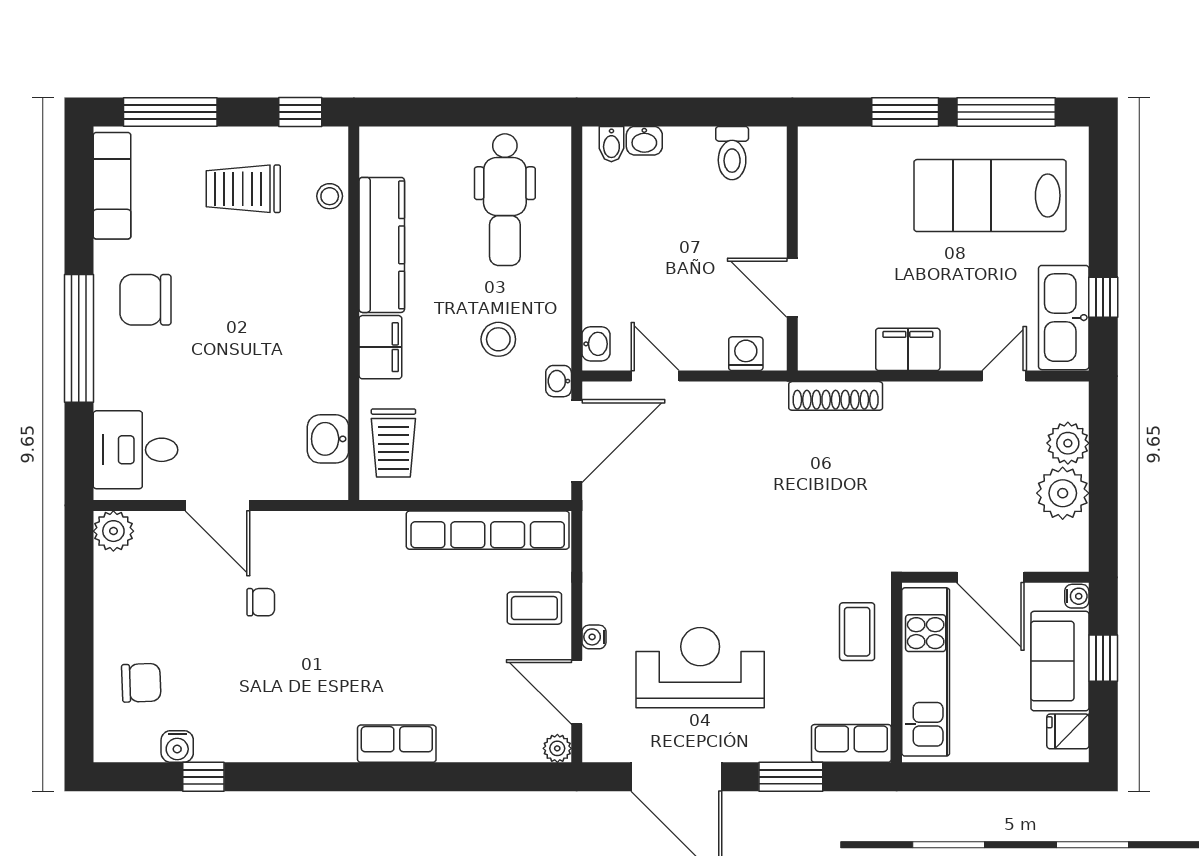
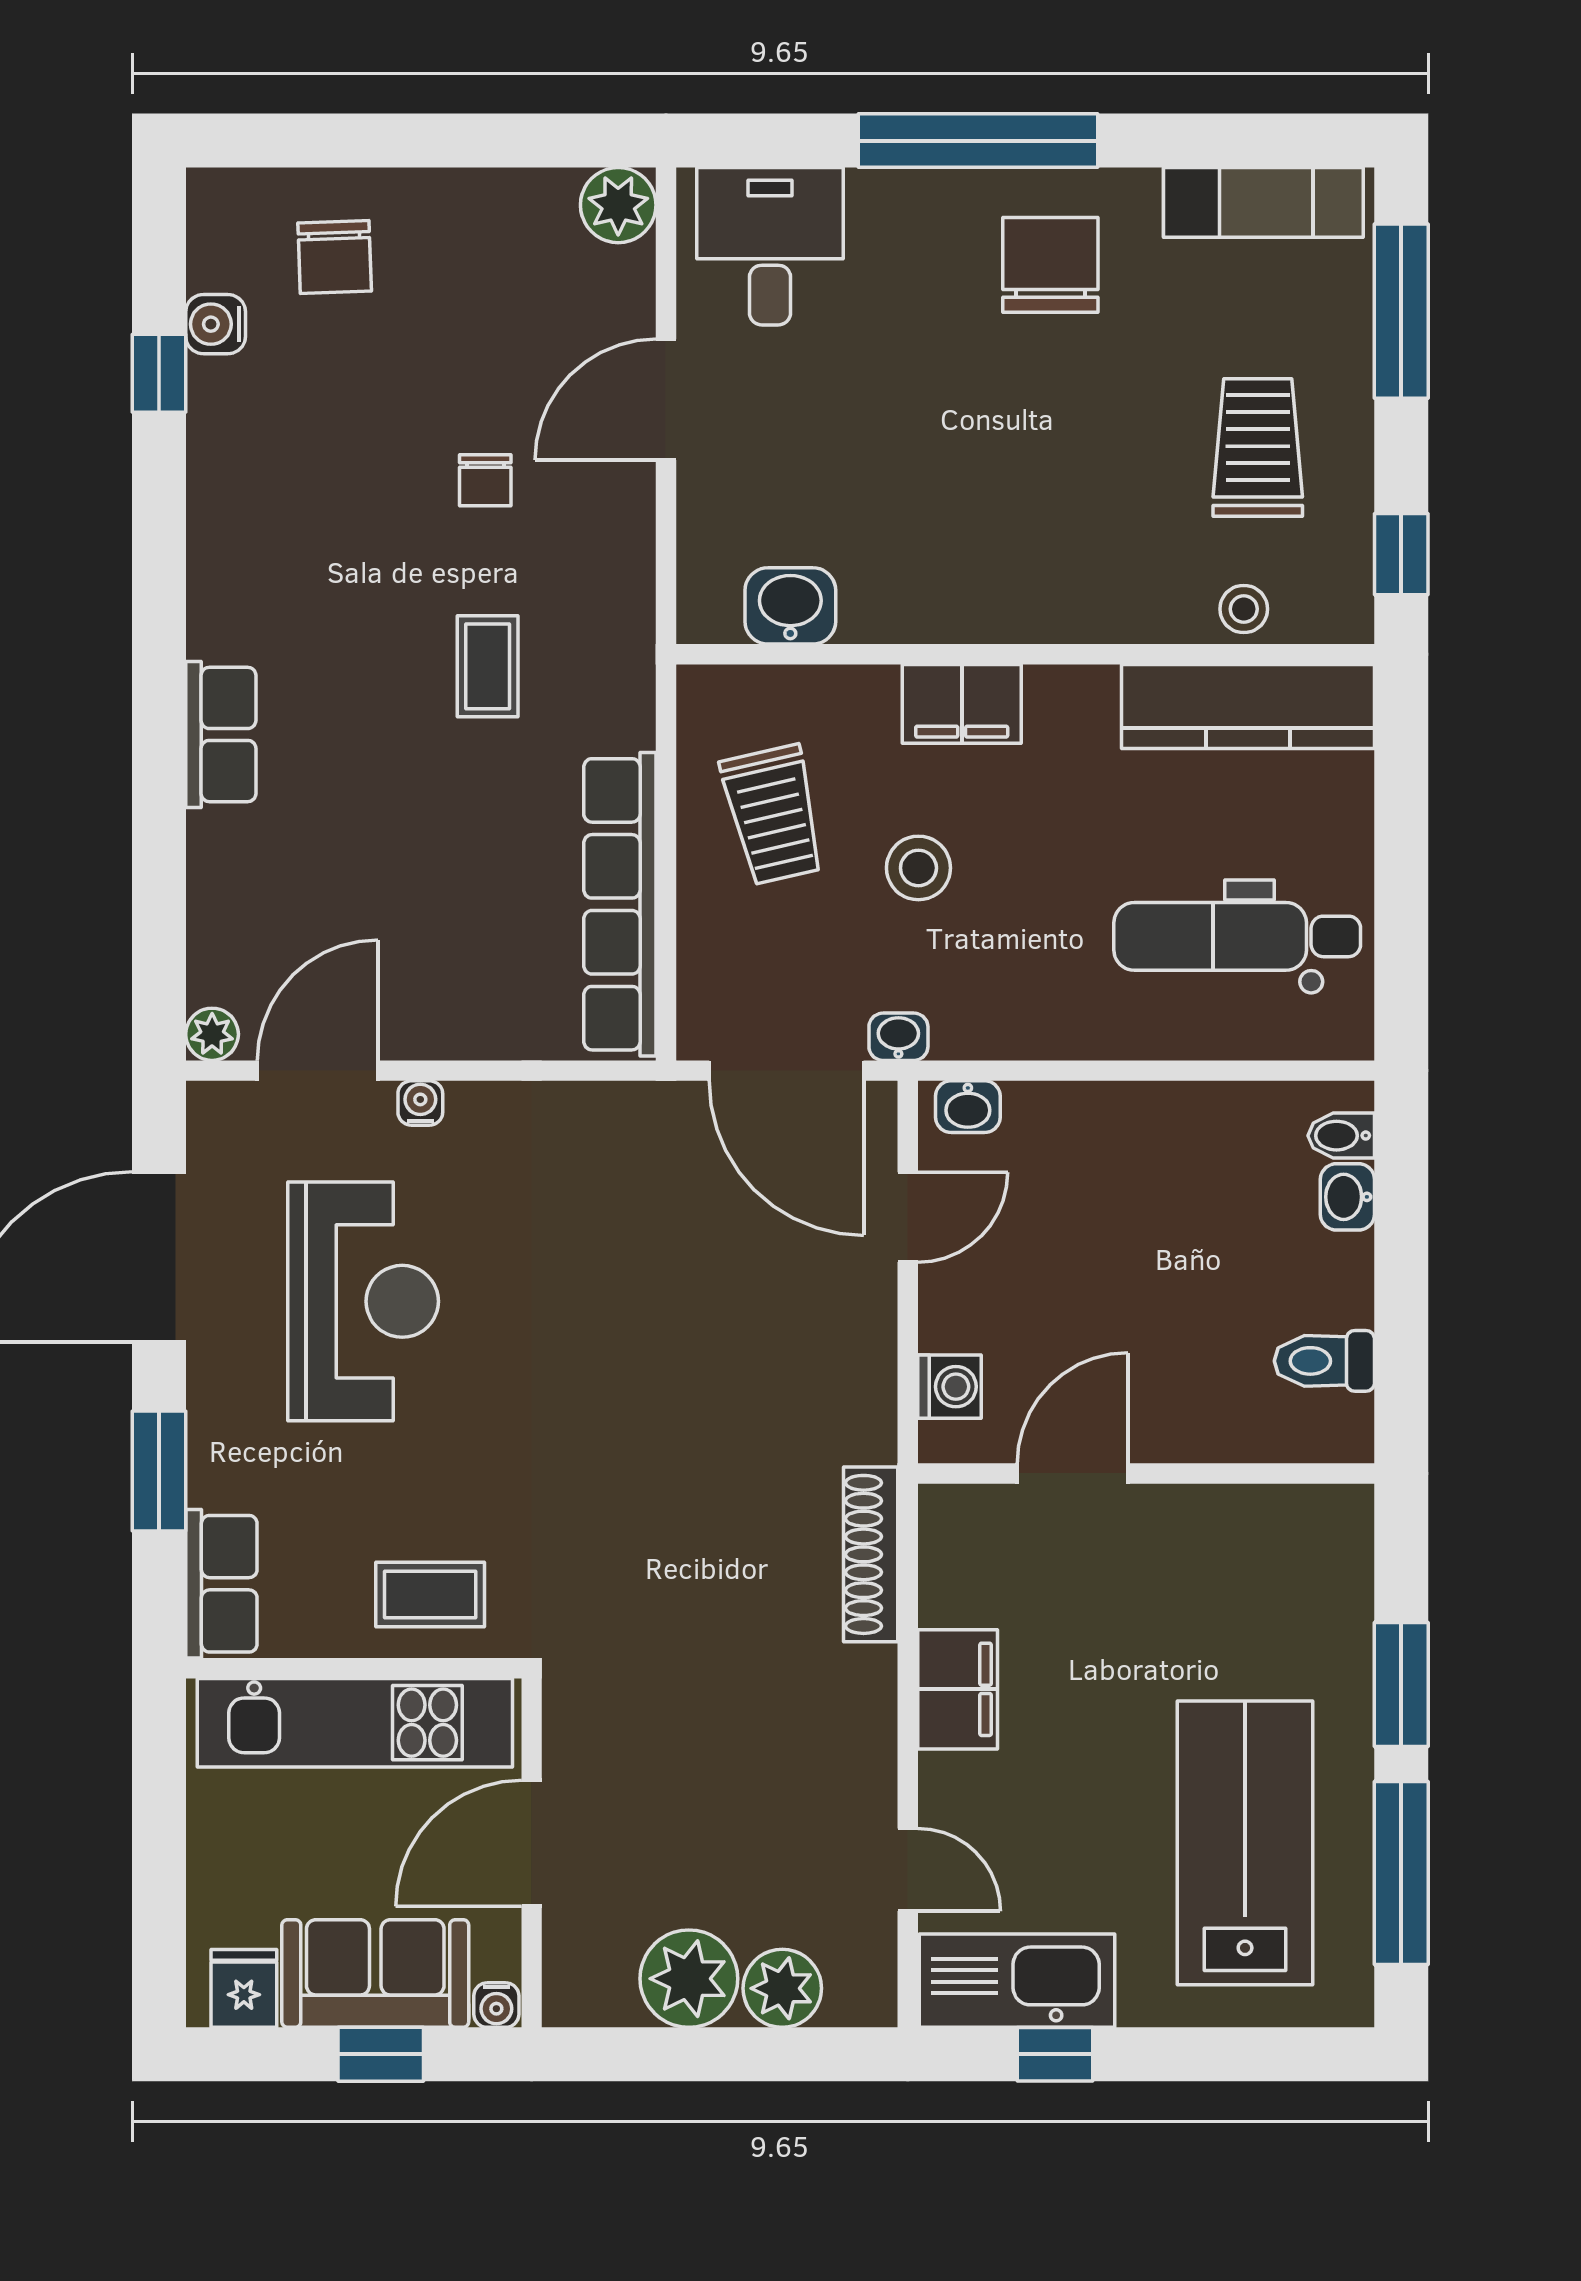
kitchen counter: (382, 245) -> (1248, 706), moved
stool: (498, 339) -> (918, 868), moved
trolley: (393, 443) -> (773, 815), moved, turned -103
coffee table: (534, 608) -> (488, 666), moved

